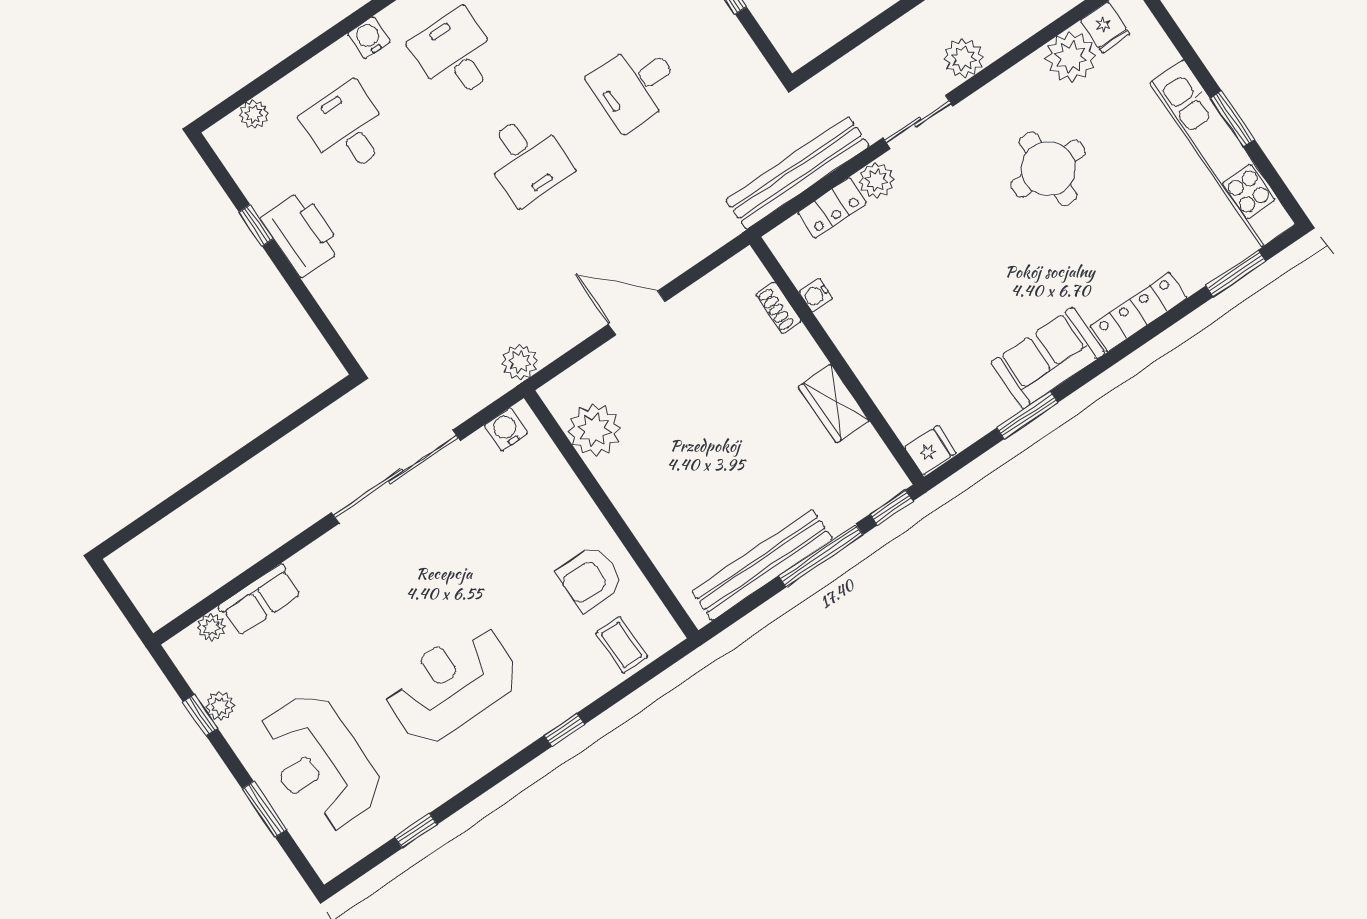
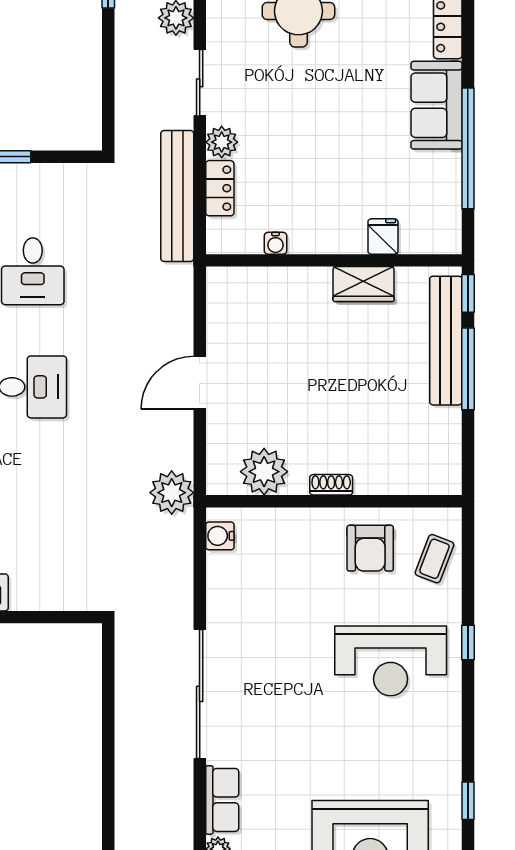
shoe rack: (778, 308) -> (331, 485), moved, turned 180
plant: (520, 362) -> (172, 493), width x1.36, depth x1.36
window: (1027, 415) -> (468, 148), width x2.11
fridge: (930, 450) -> (383, 237), moved
sliding door: (396, 477) -> (200, 694), moved
bench: (762, 565) -> (446, 341), moved
coffee table: (621, 645) -> (434, 559), turned -69
reception desk: (452, 684) -> (391, 661), moved, turned -90

